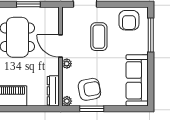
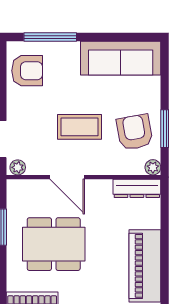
coffee table: (99, 37) -> (80, 127), moved
door: (61, 46) -> (67, 177), hinge flipped
plant: (67, 64) -> (18, 167), moved

